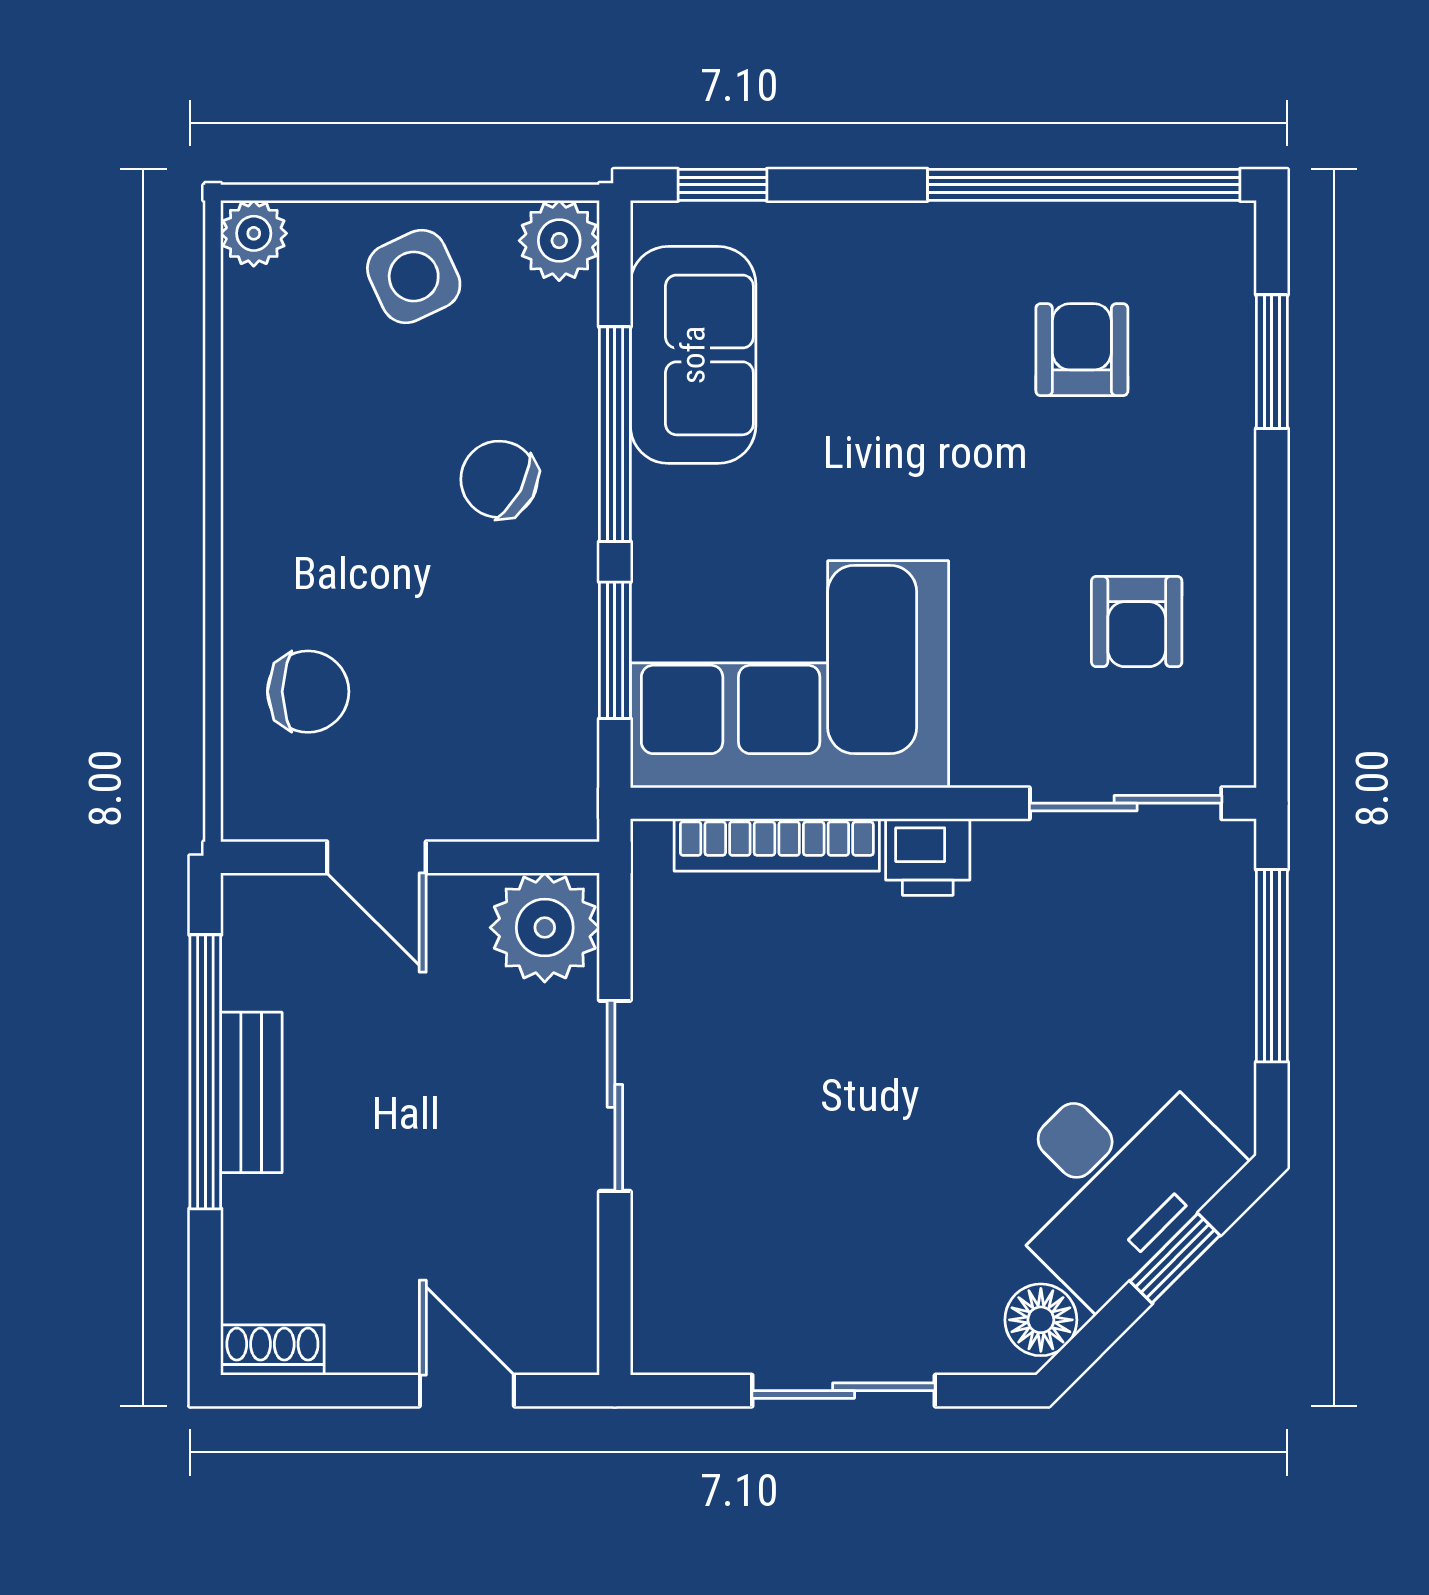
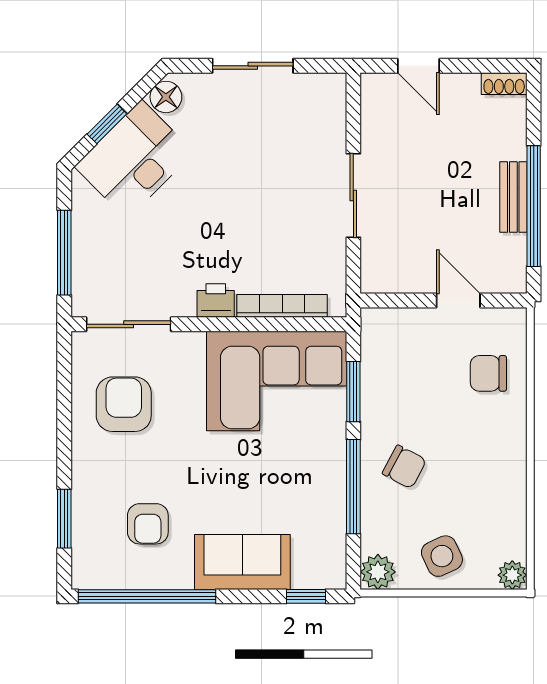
sofa: (693, 355) -> (242, 562), moved, turned 90
armchair: (1137, 622) -> (124, 404), width x1.38, depth x1.38
plant: (545, 928) -> (384, 270), removed

